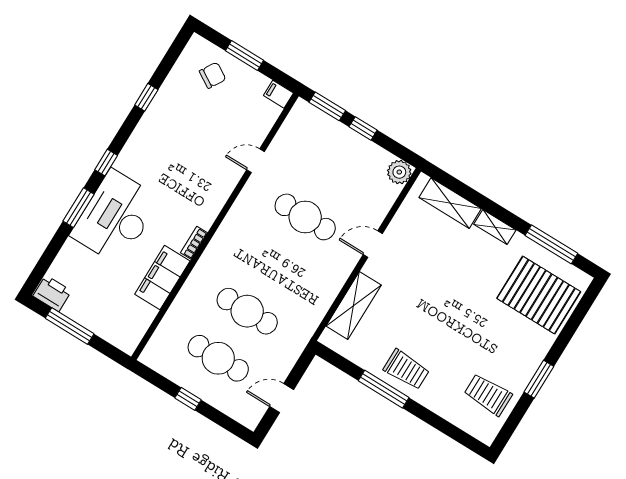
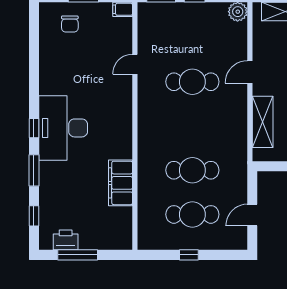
chair: (213, 75) -> (70, 24), turned 149
window: (146, 97) -> (34, 216), moved
desk: (115, 217) -> (63, 128), moved
bookcase: (194, 243) -> (127, 146), removed
printer: (52, 293) -> (66, 240), moved

